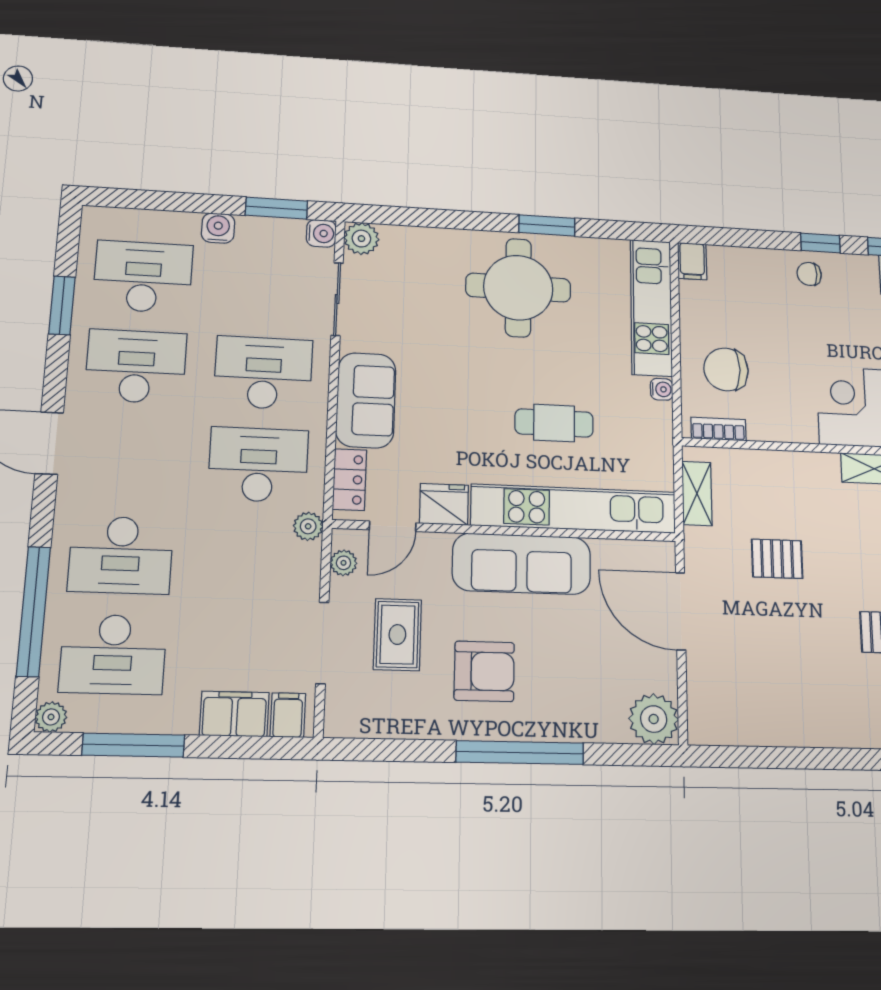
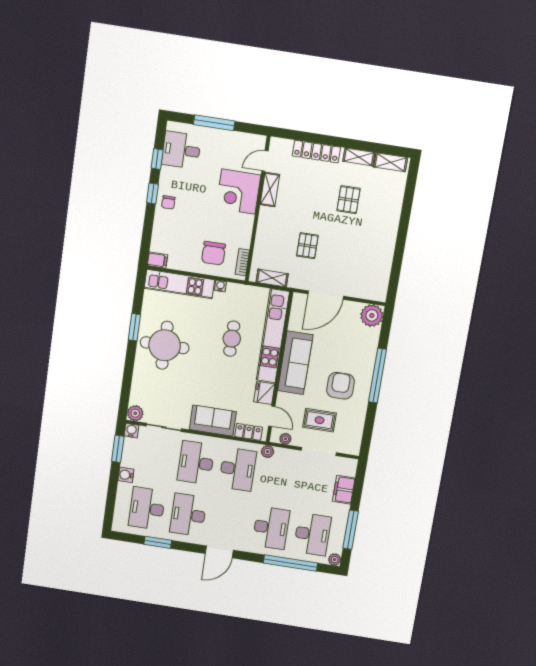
desk: (258, 465) -> (238, 469), turned 180
filing cabinet: (288, 715) -> (347, 469), removed

